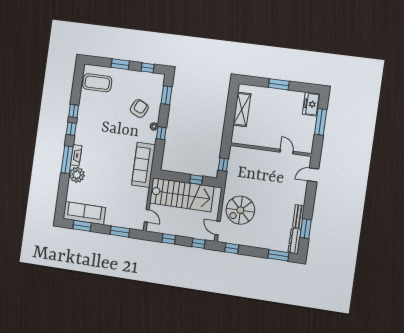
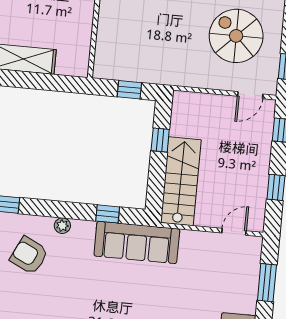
window: (161, 133) -> (108, 214), moved
stairs: (182, 195) -> (181, 181), width x0.73, depth x0.66
spiral stairs: (240, 210) -> (236, 36), moved, turned 180

